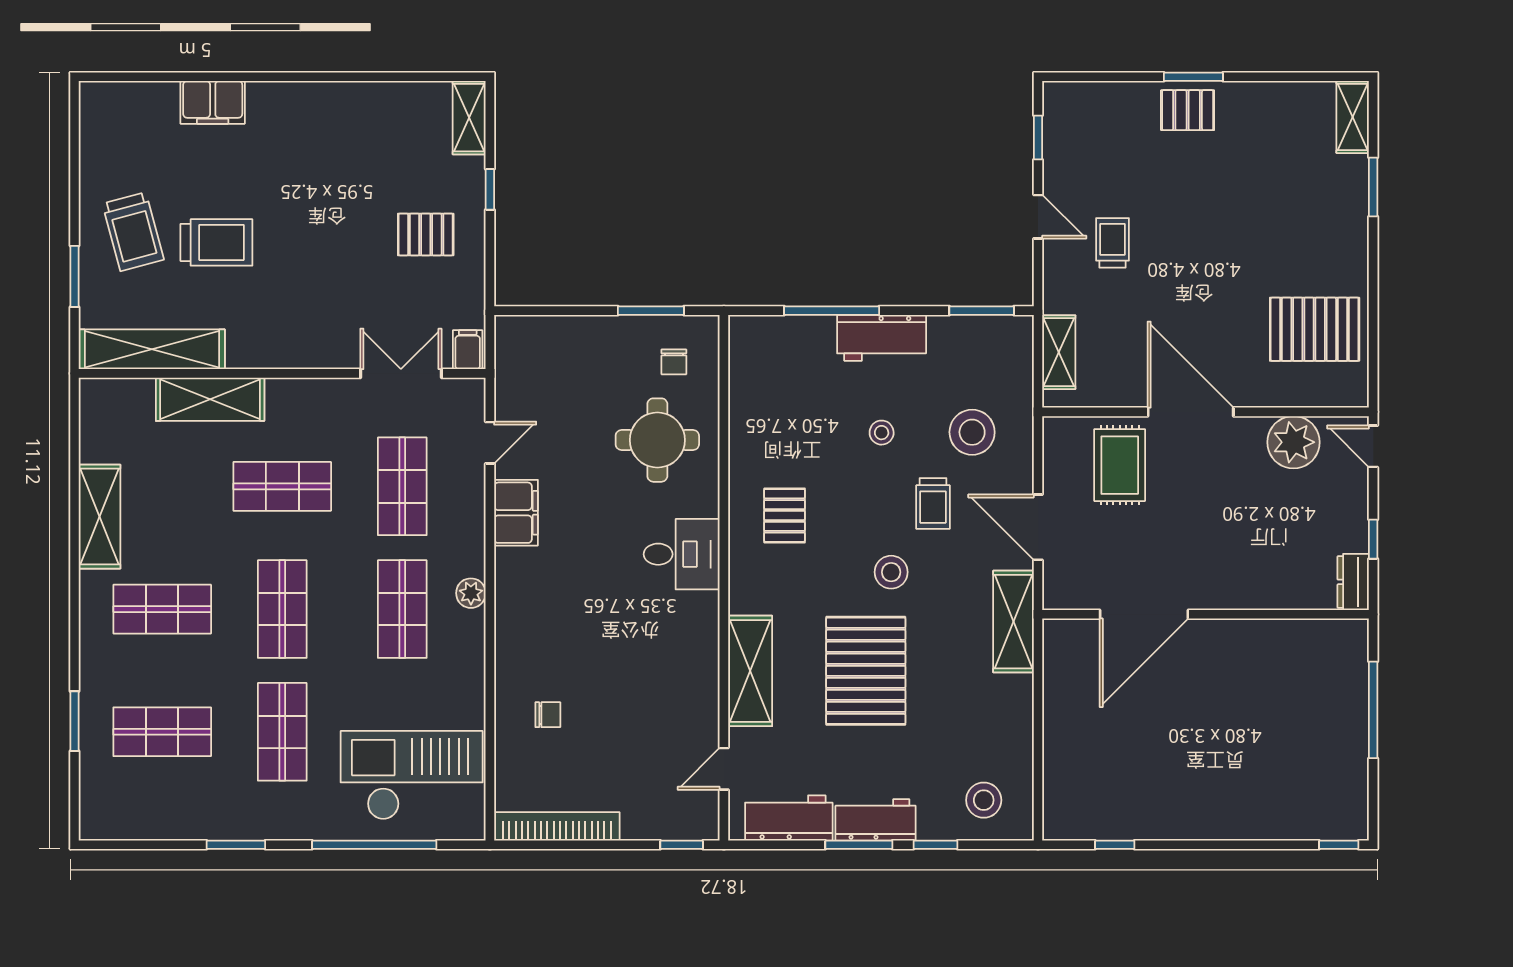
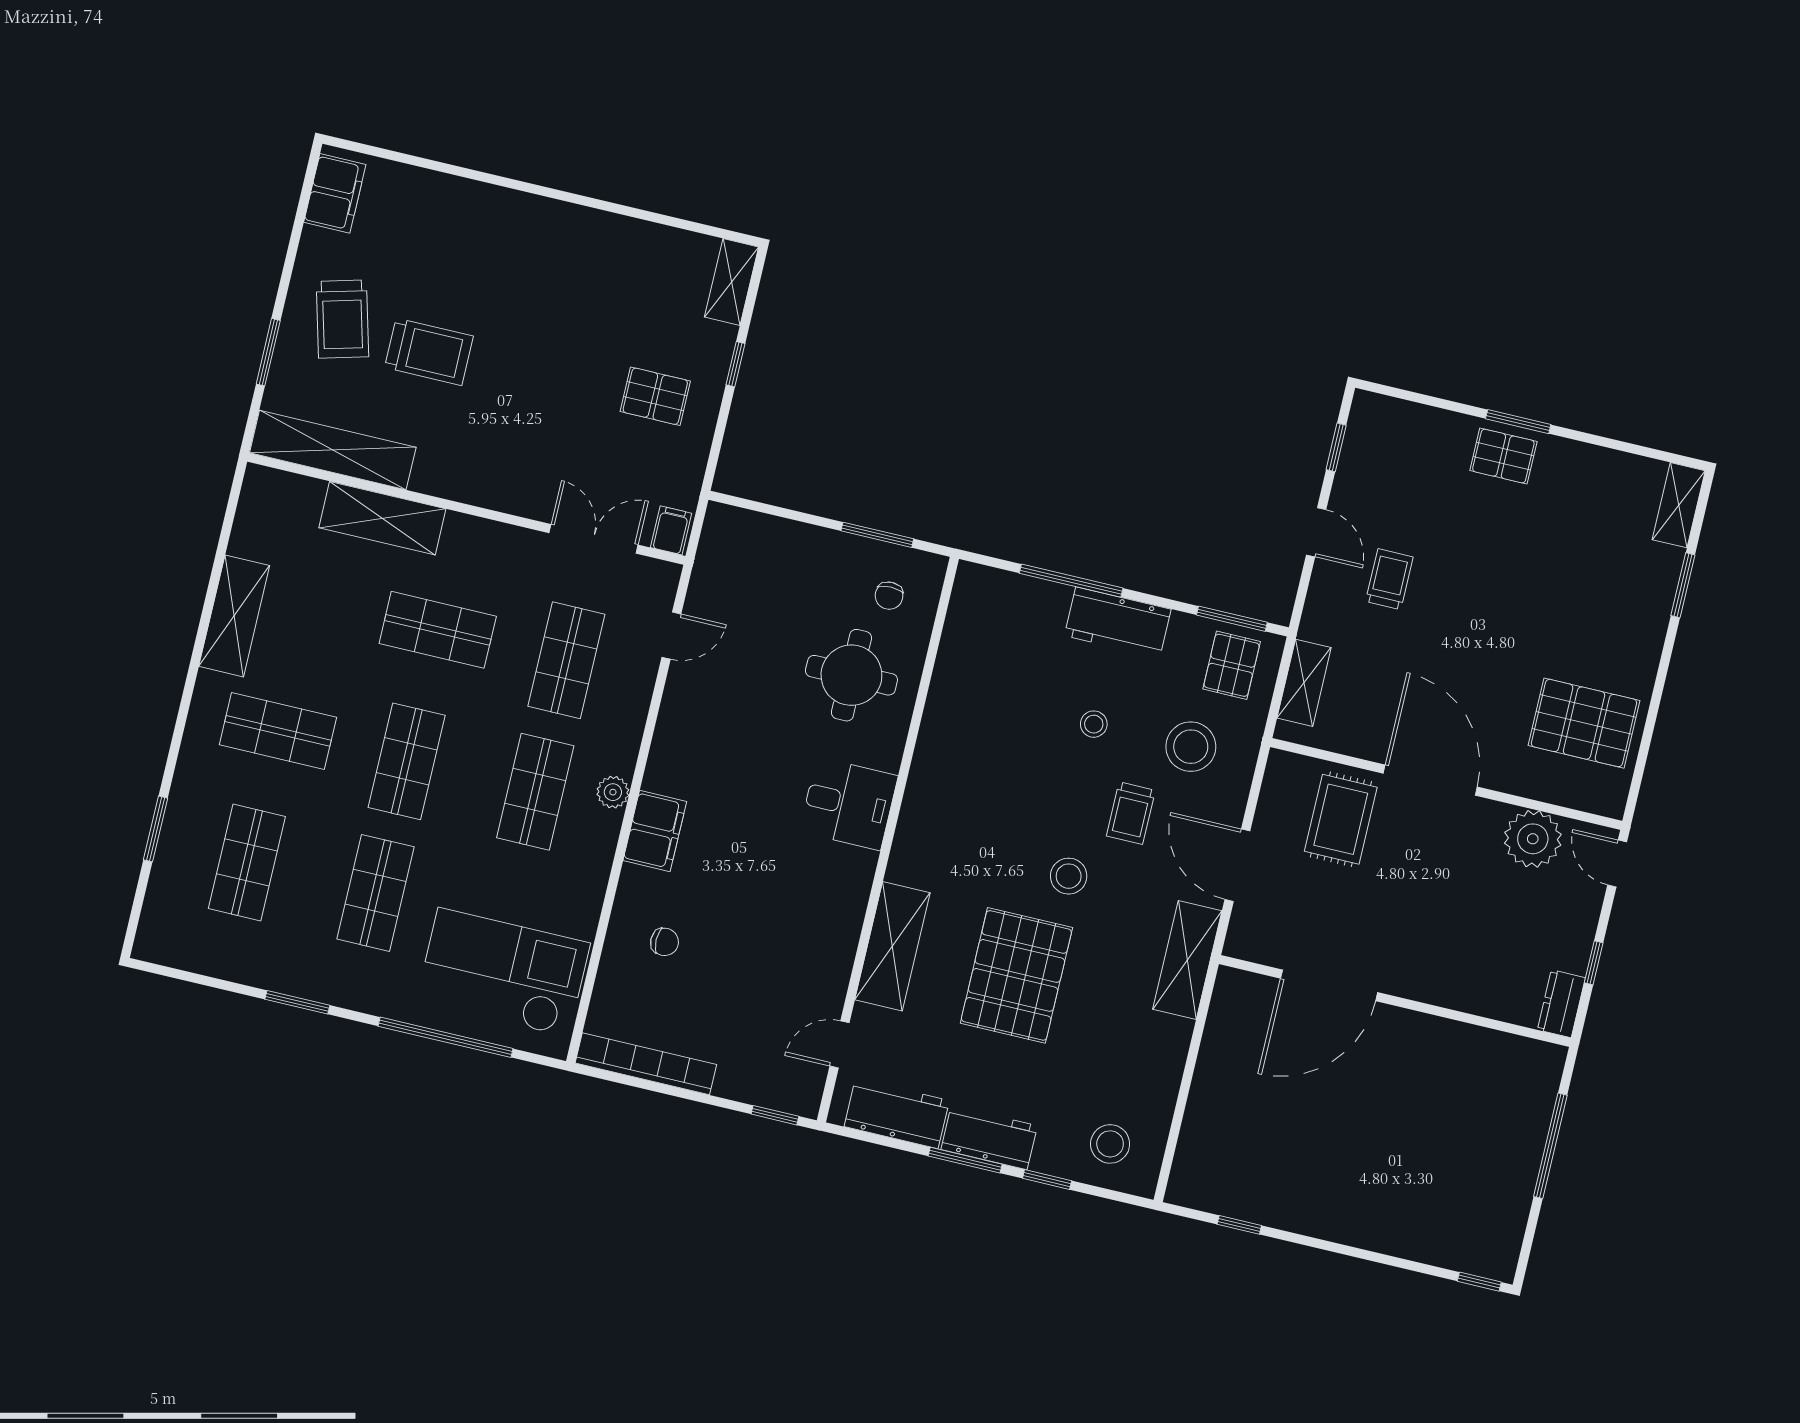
filing cabinet: (213, 102) -> (335, 193), moved, turned -90
filing cabinet: (516, 513) -> (655, 831), moved
pallet: (785, 515) -> (1232, 665), moved
shop shelf: (162, 732) -> (247, 863), turned 90

